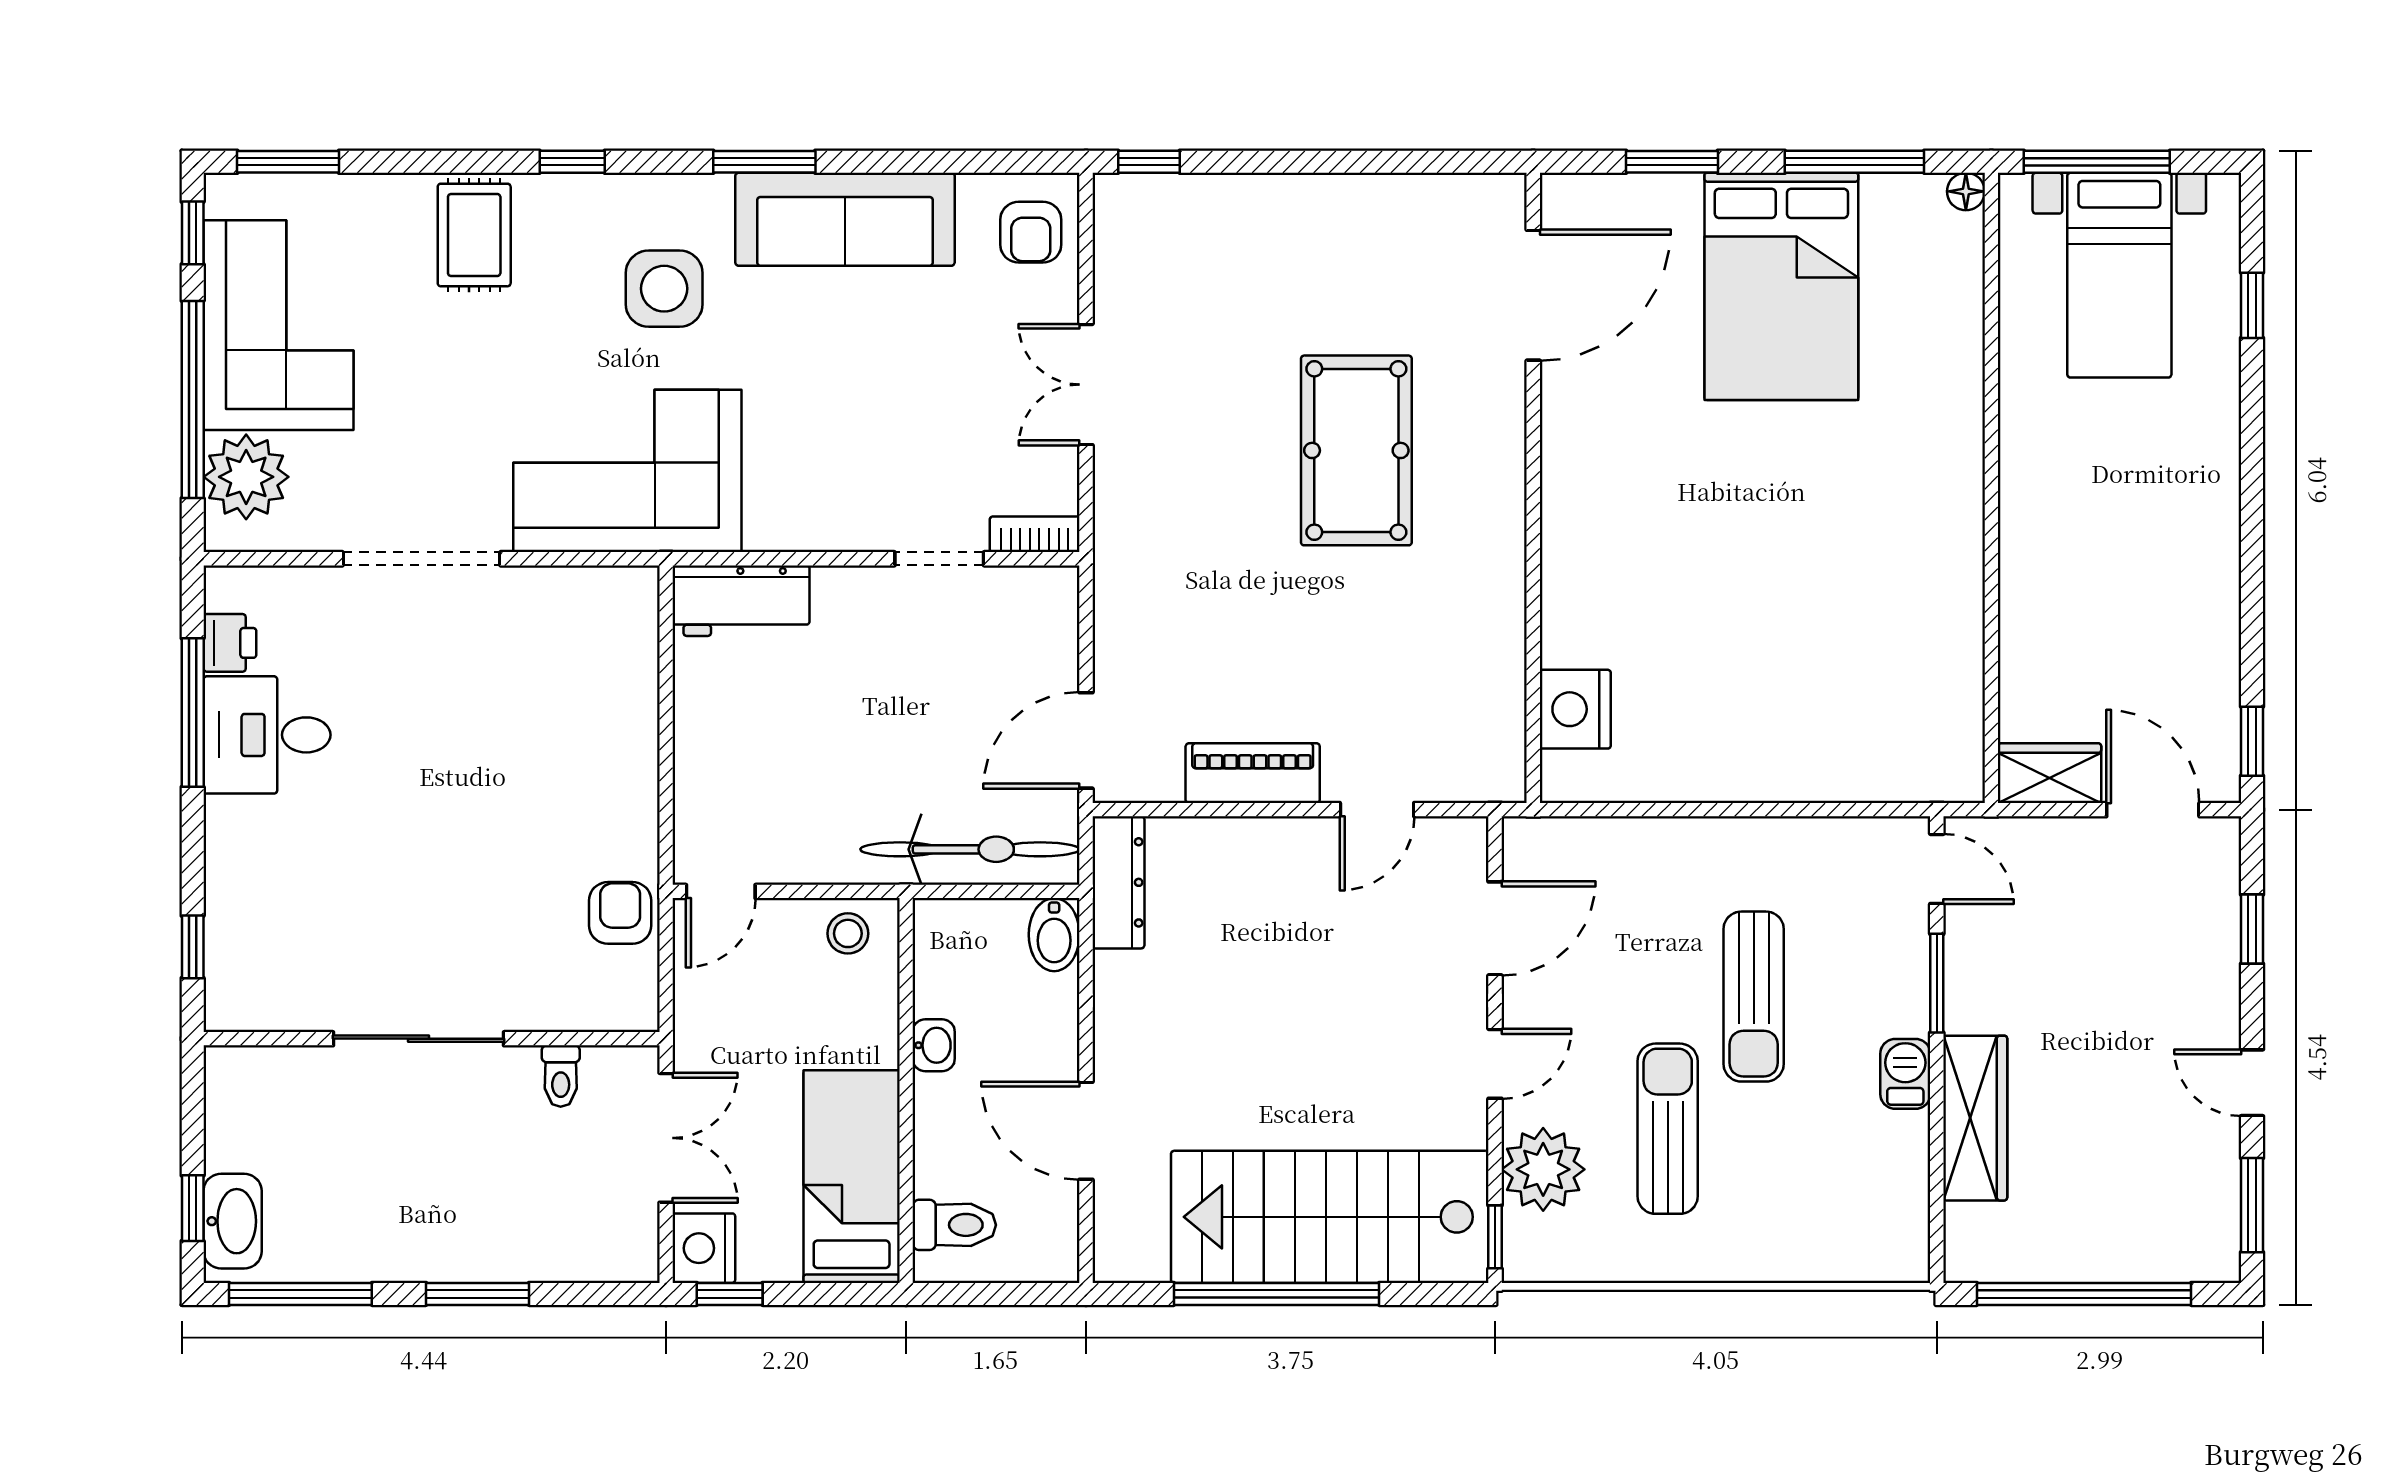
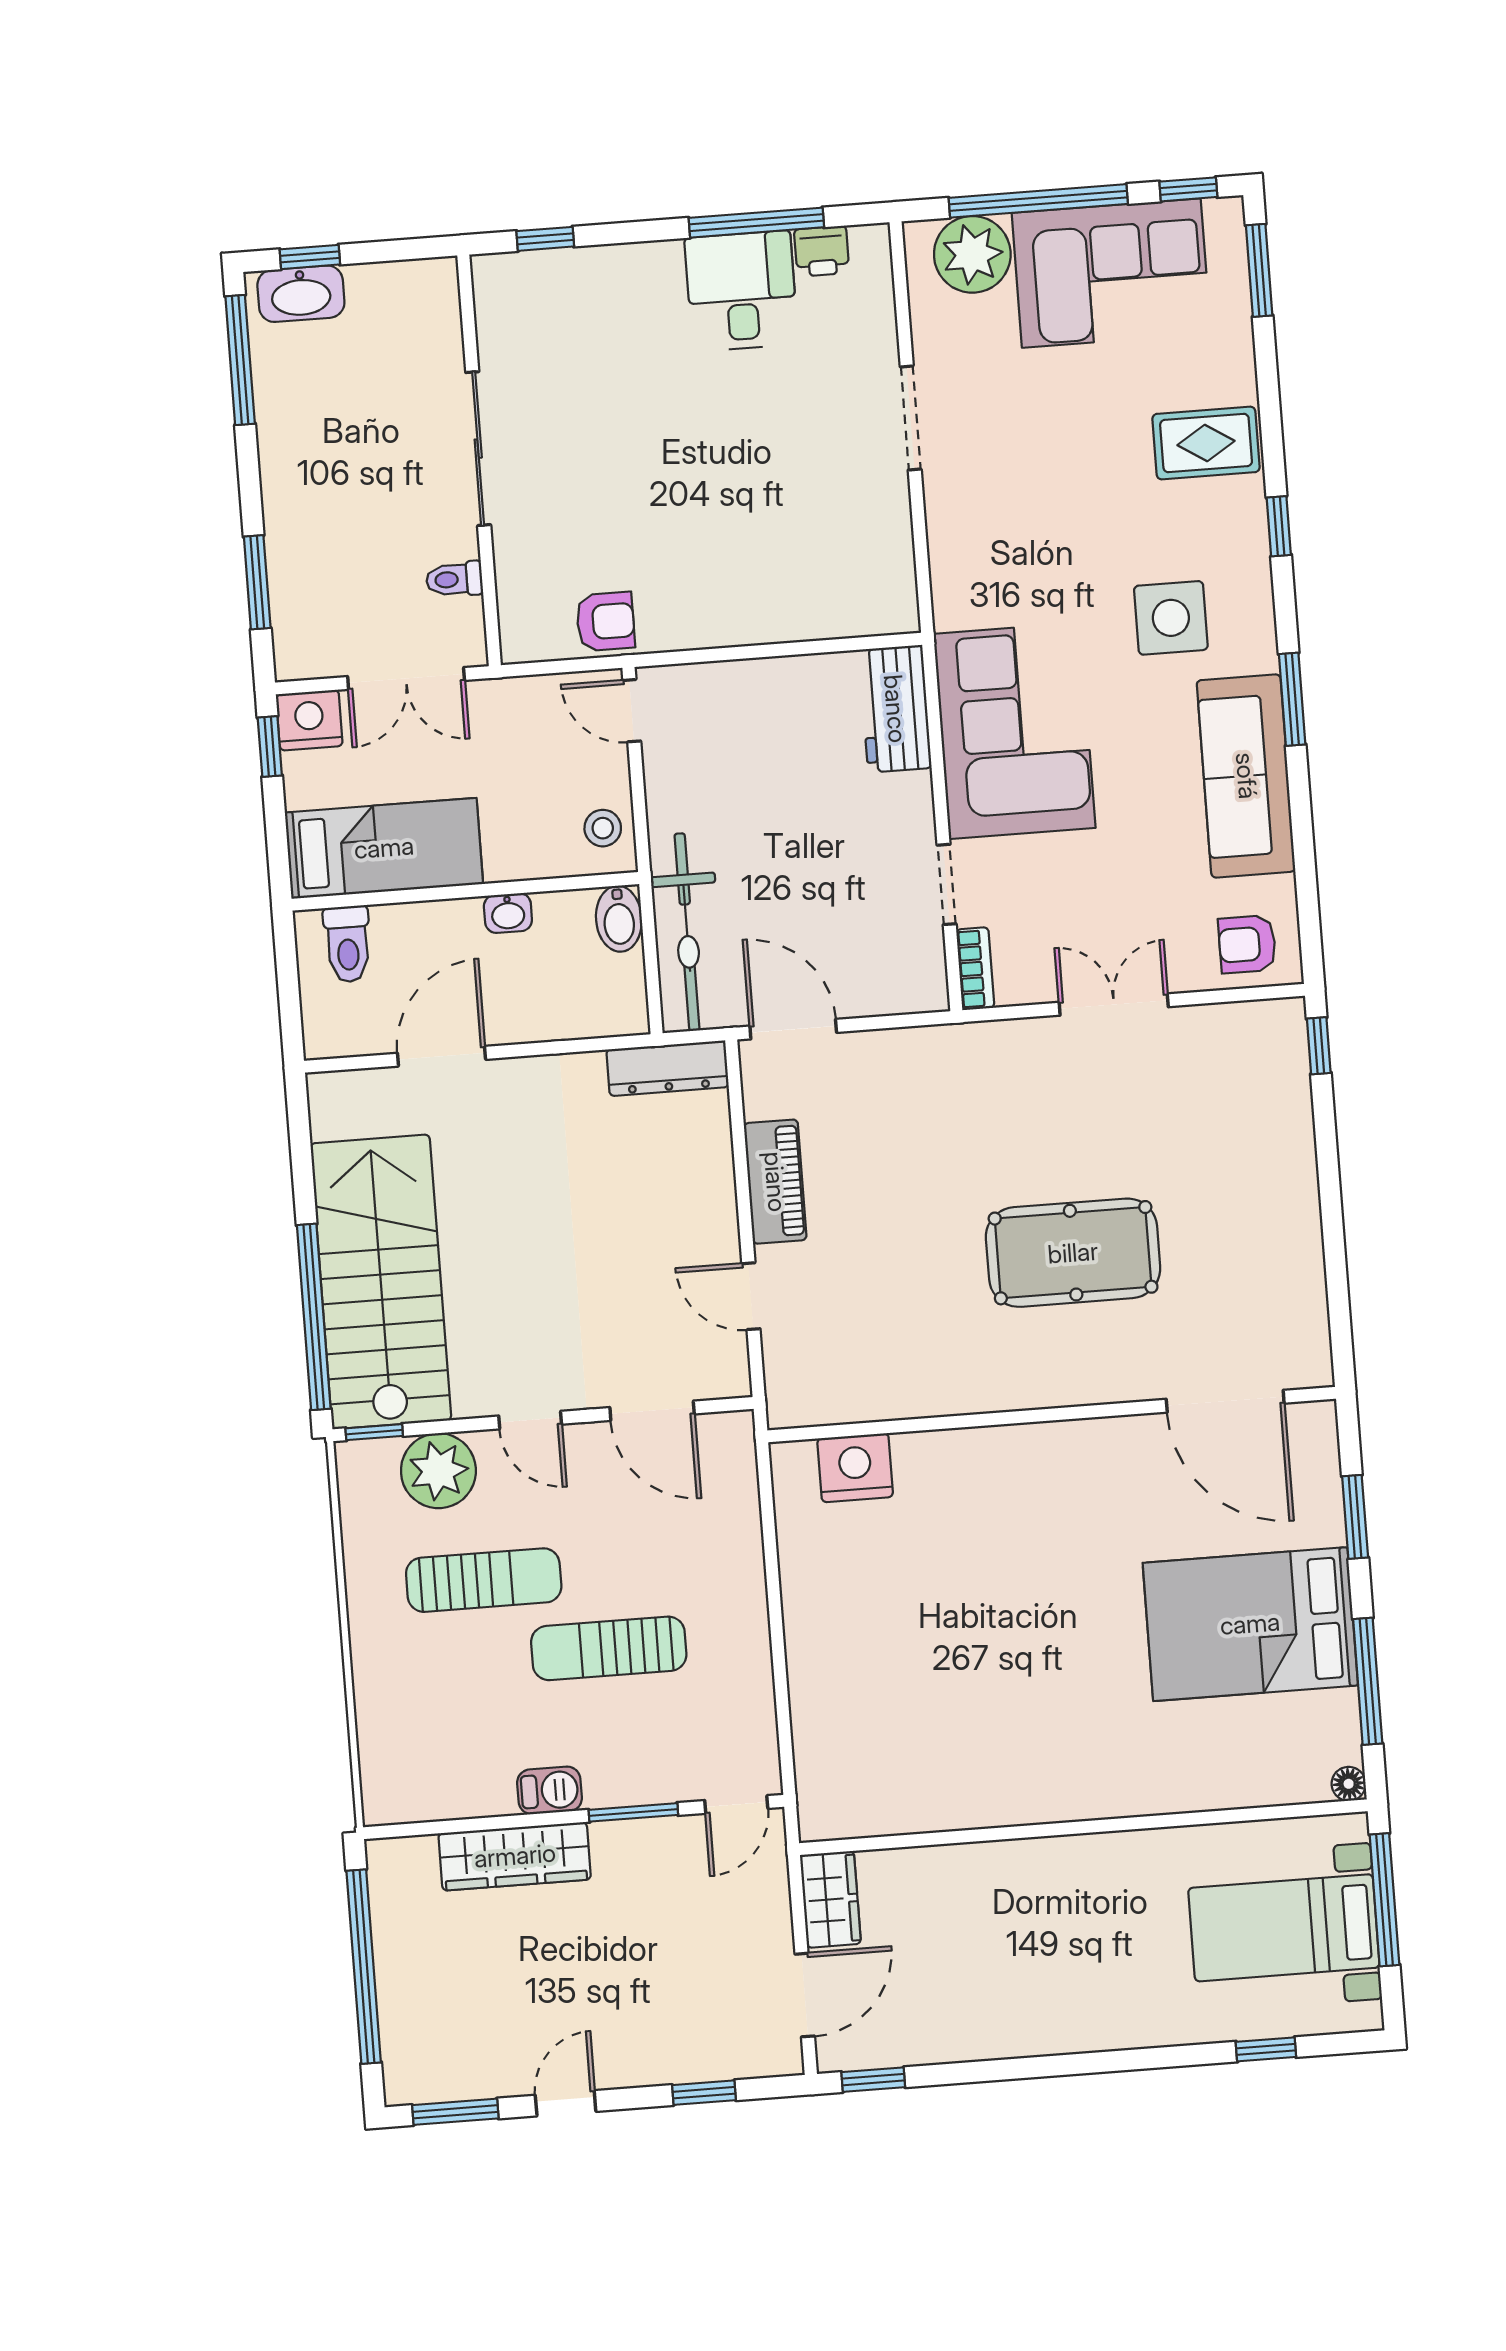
corner sofa: (627, 471) -> (1014, 731), moved
doorway: (421, 559) -> (911, 418), width x0.73
bidet: (1054, 935) -> (619, 919), moved, turned -90
window: (478, 1294) -> (257, 582), moved
window: (1277, 1294) -> (314, 1317), moved

